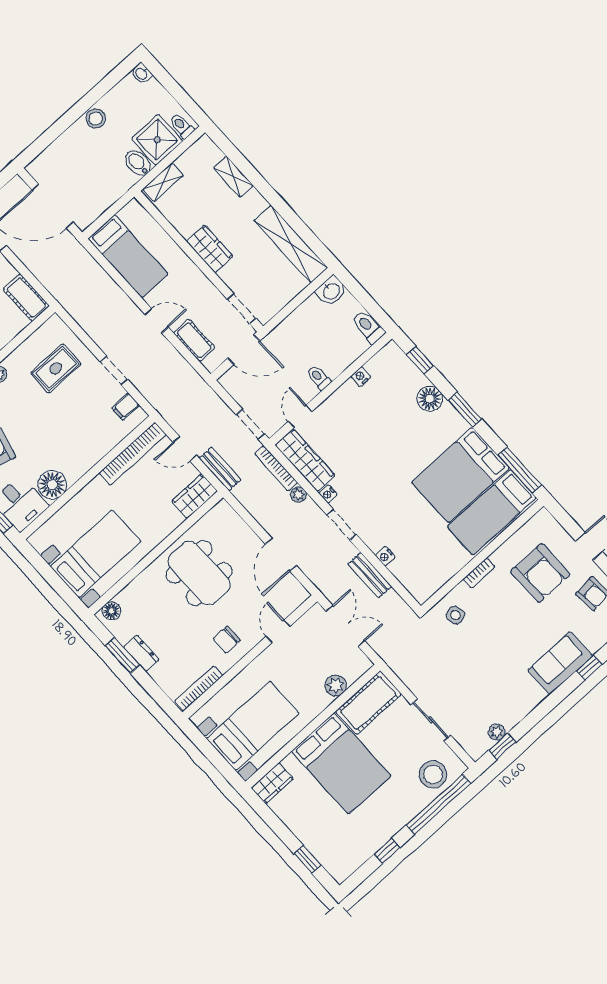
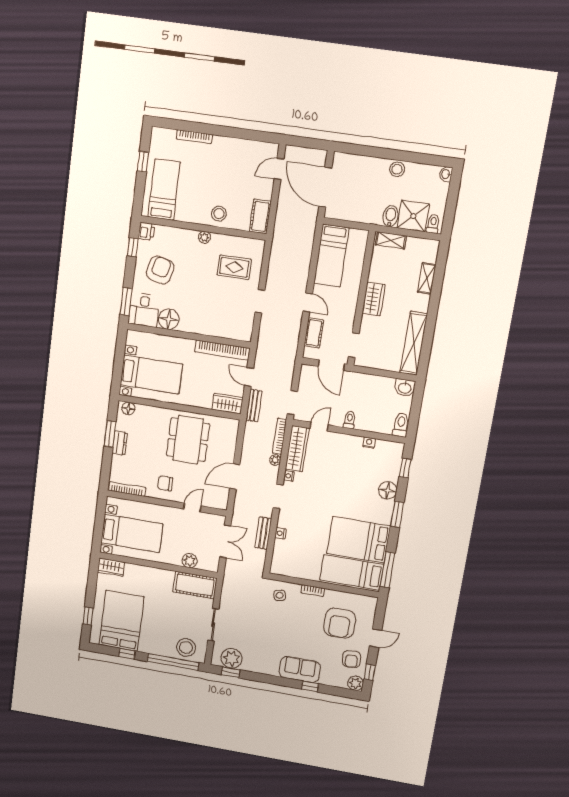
filing cabinet: (126, 407) -> (245, 325), removed
plant: (497, 732) -> (232, 658), width x1.87, depth x1.87
bed: (341, 763) -> (121, 621), moved, turned 180

